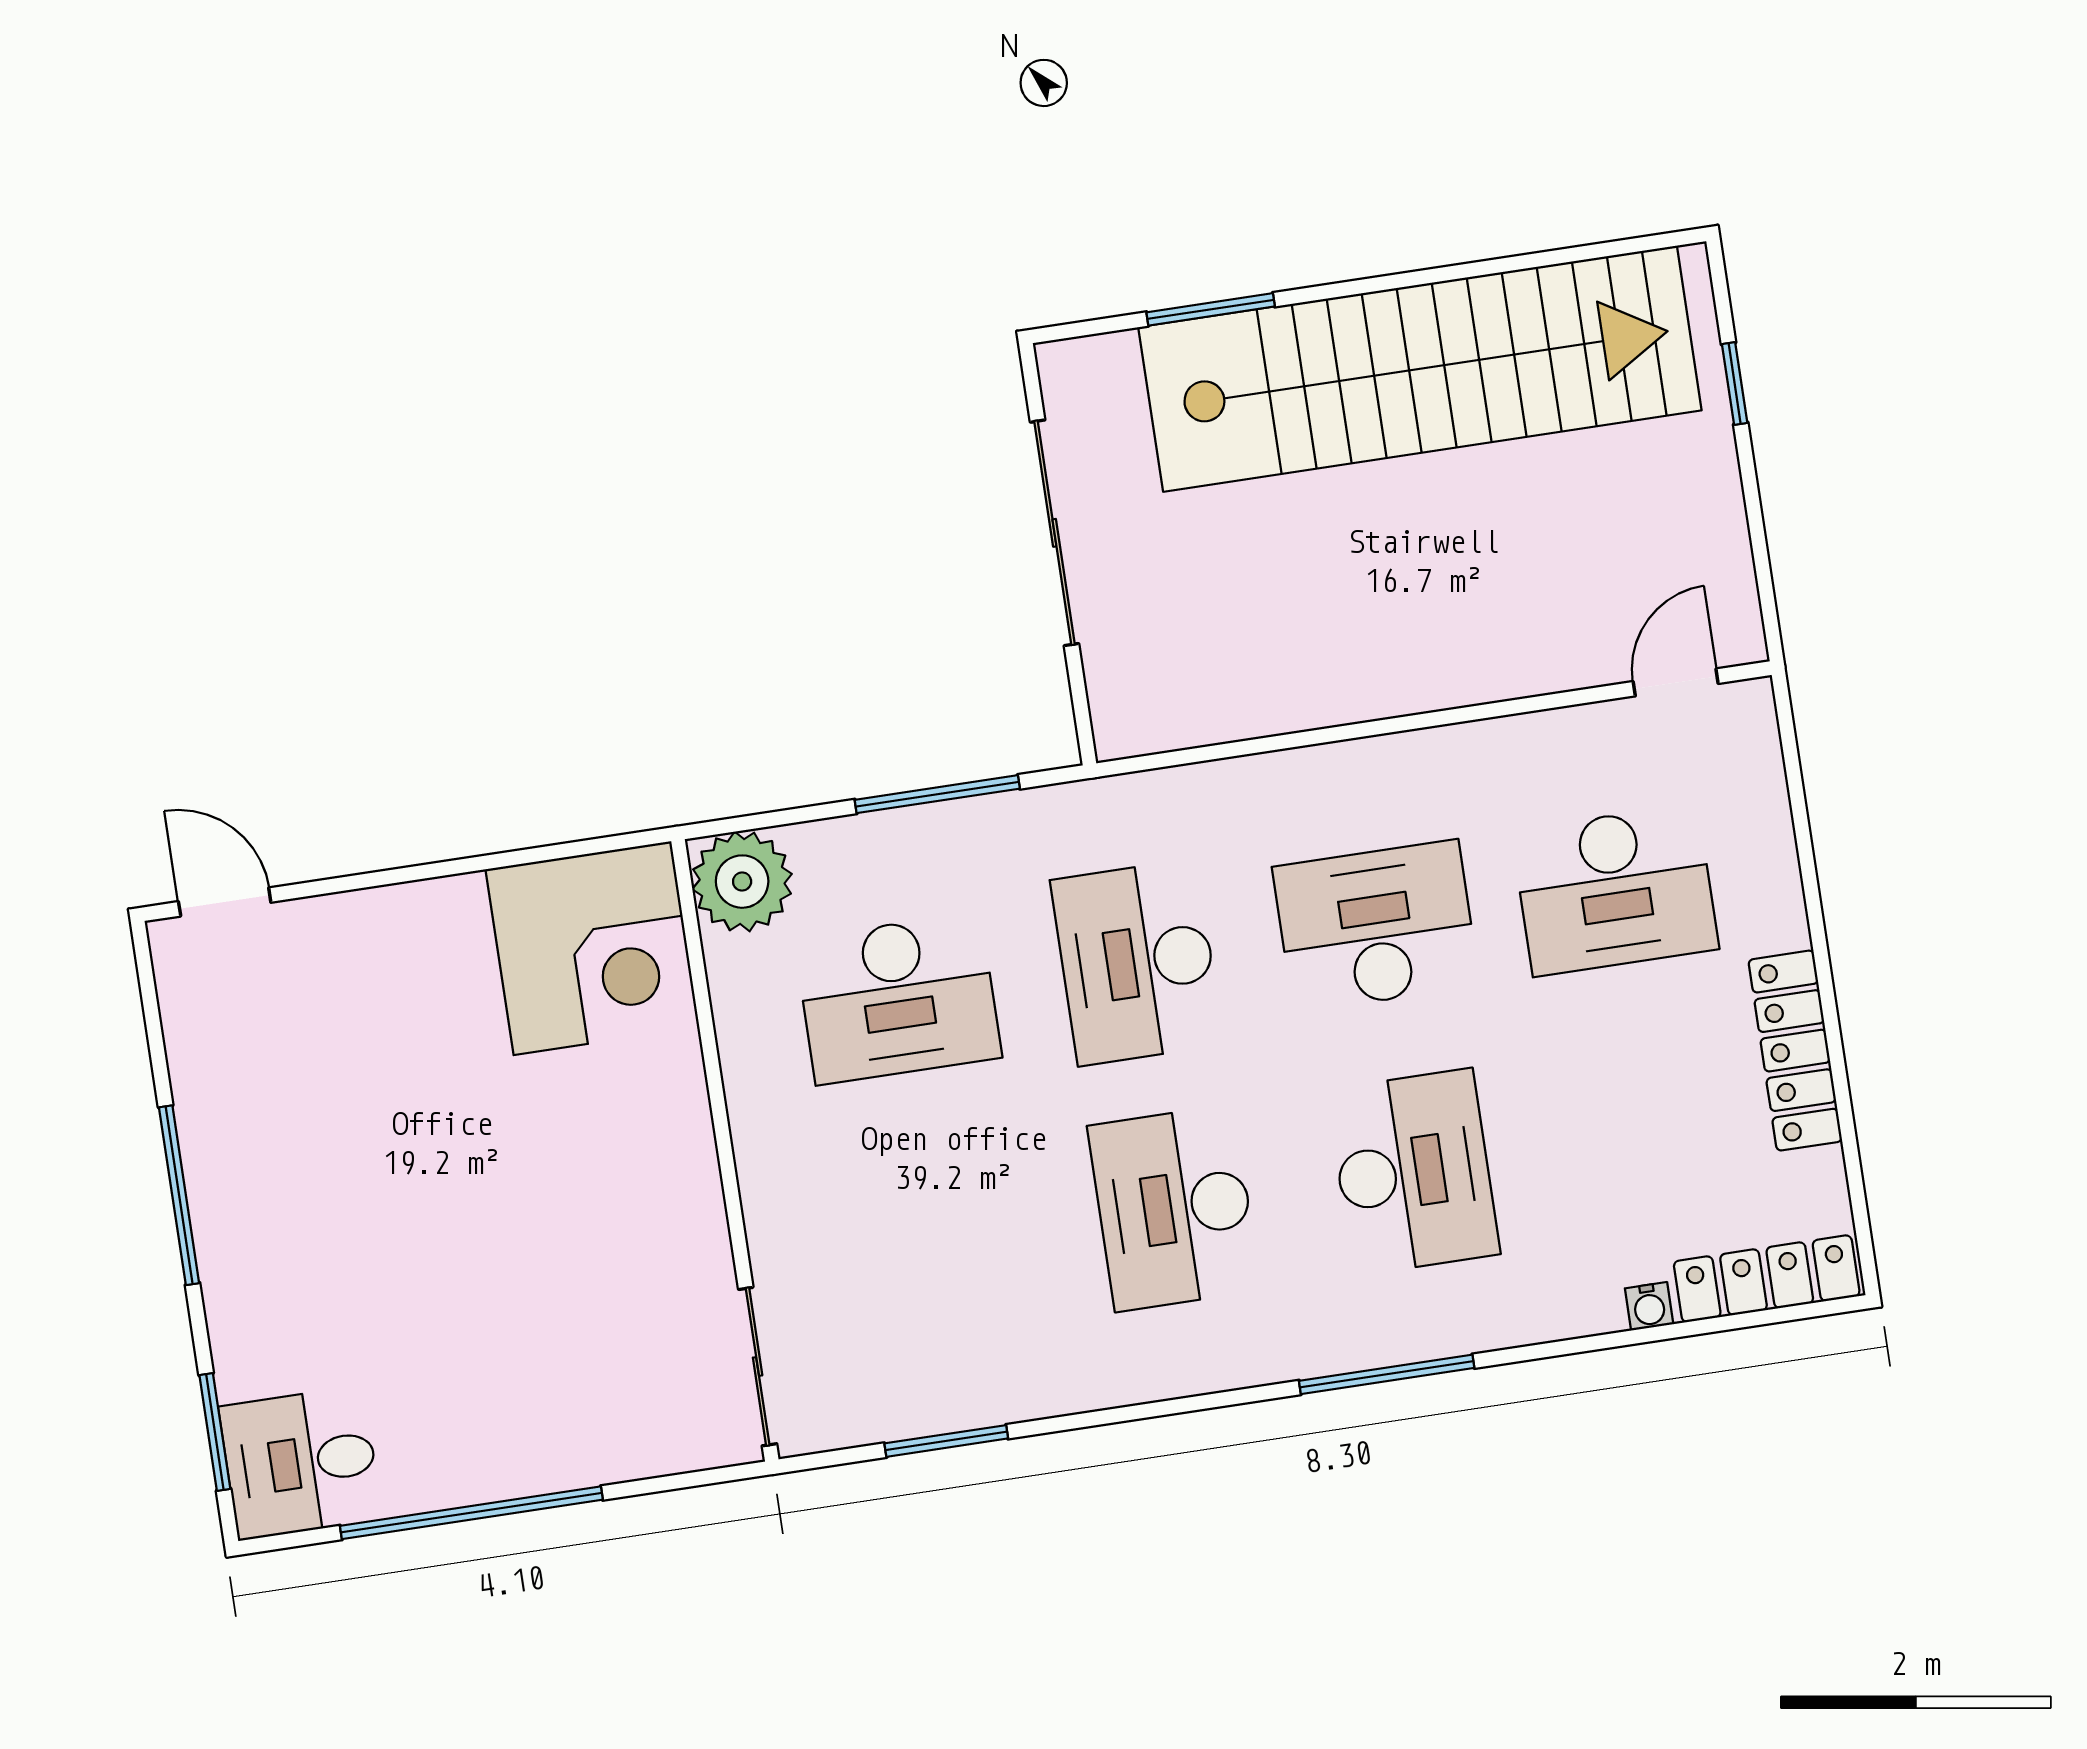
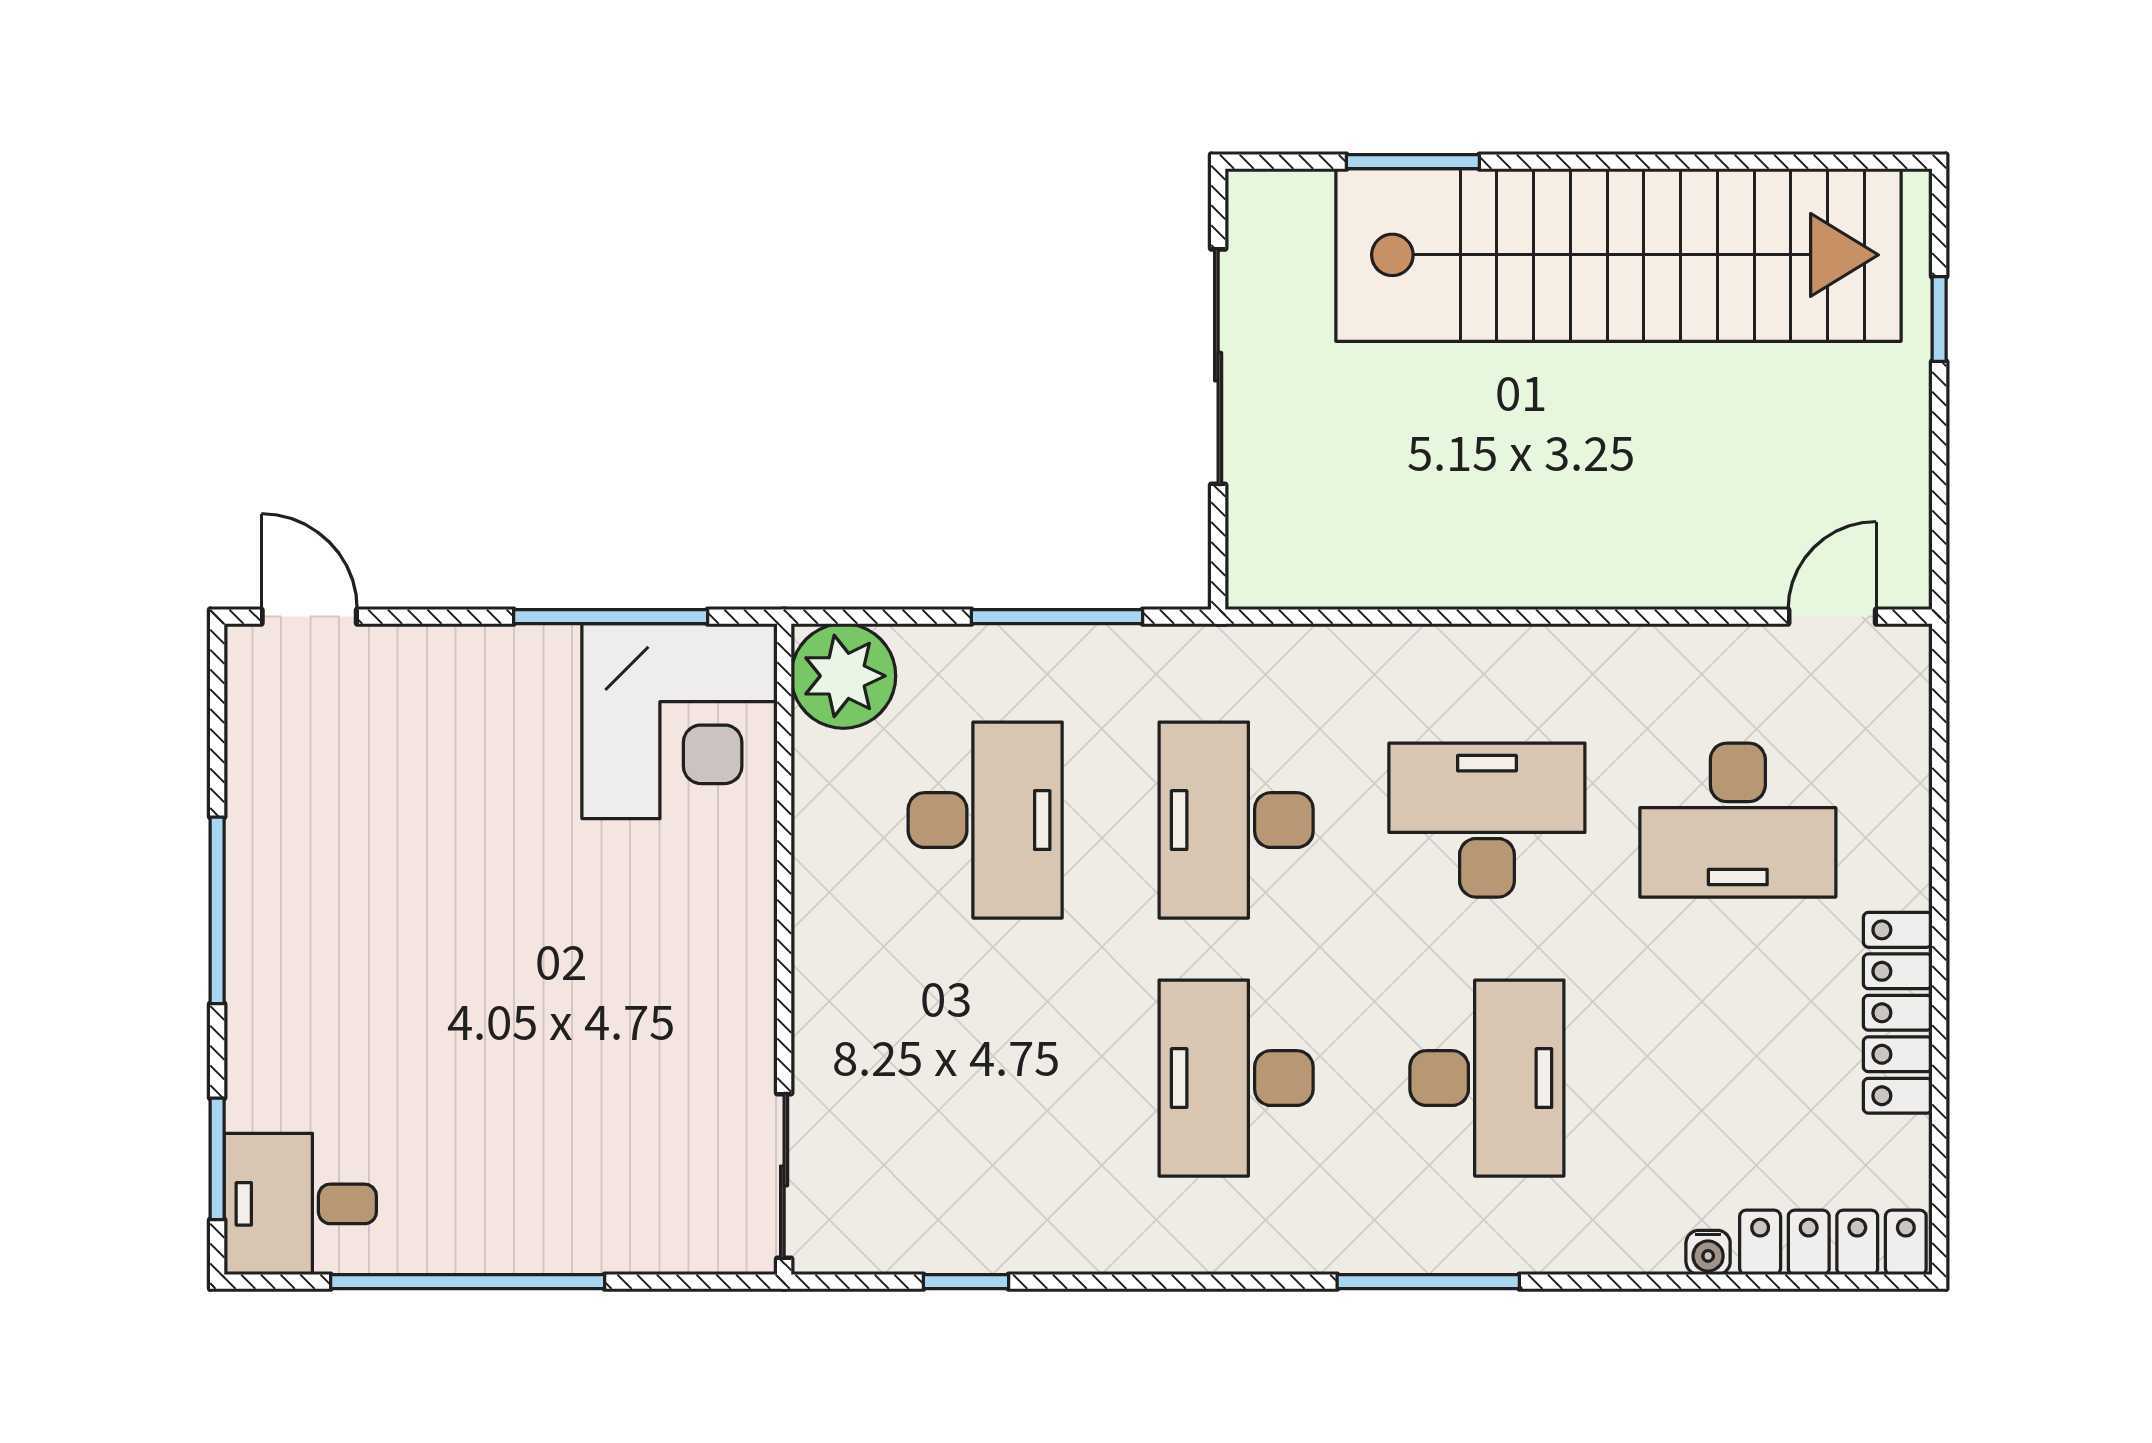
window: (512, 859) -> (611, 617), added
desk: (898, 998) -> (985, 820), turned -90
window: (946, 1441) -> (966, 1282), width x0.67

